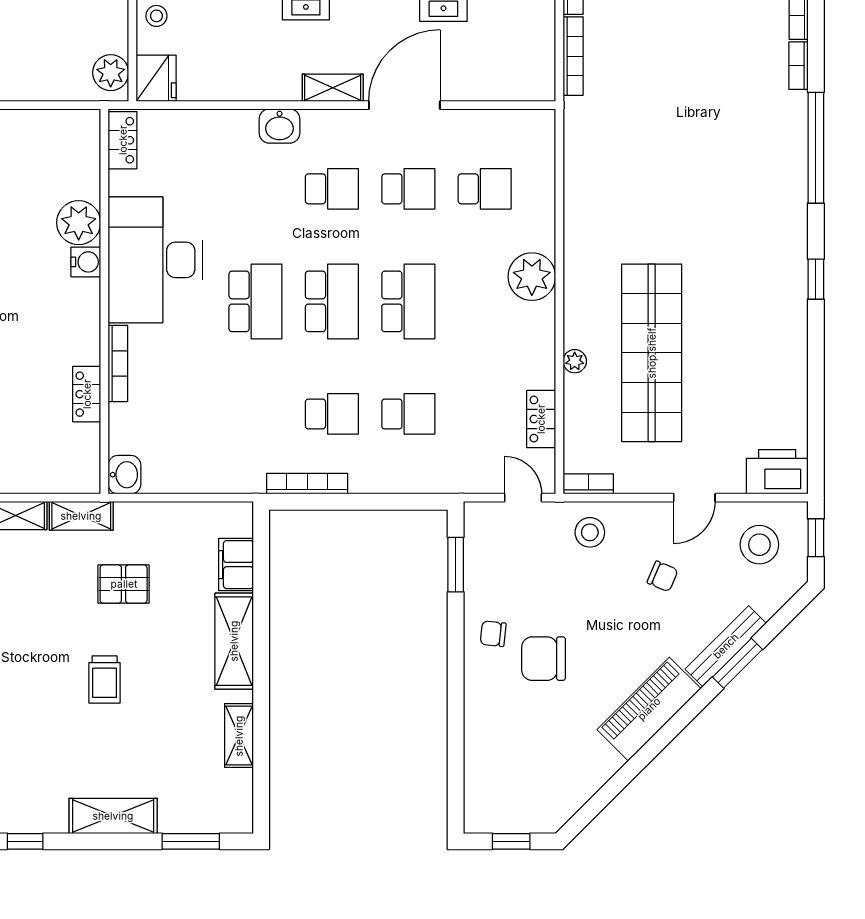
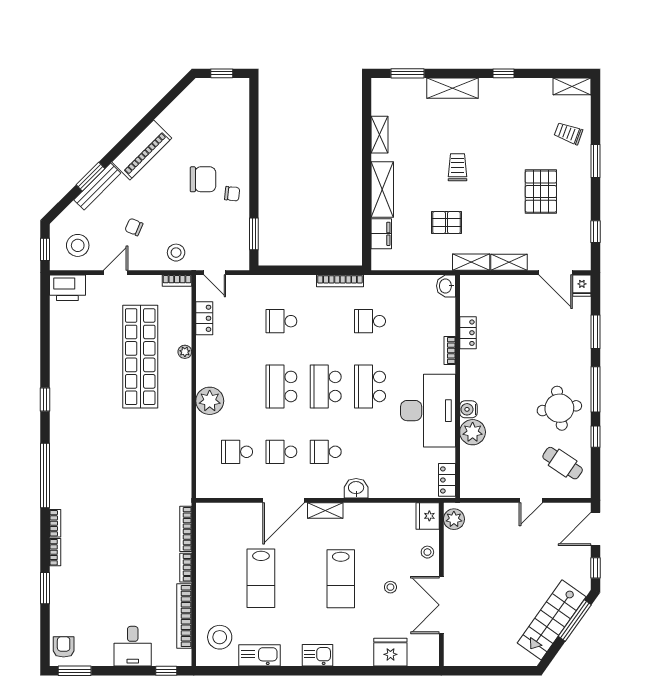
bookcase: (118, 363) -> (450, 350), width x0.64
school desk: (332, 414) -> (370, 321), moved

